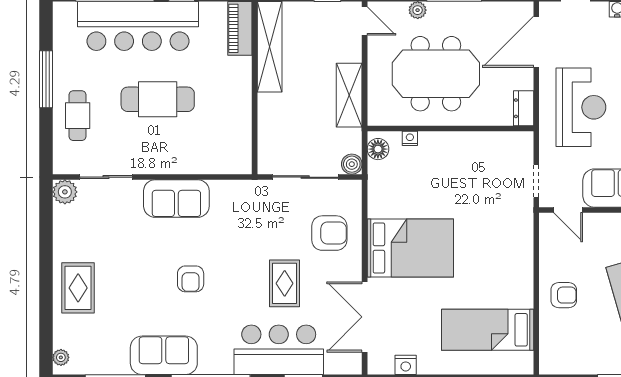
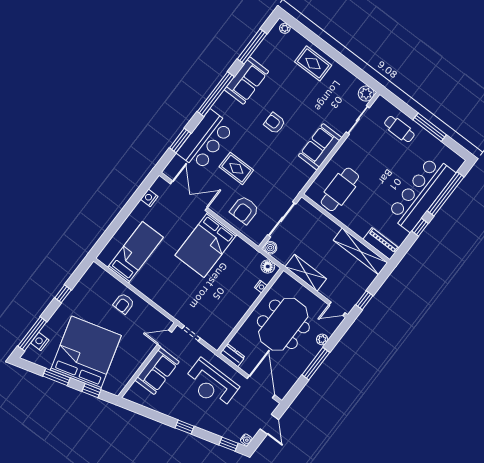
cafe table: (158, 99) -> (340, 189), moved

